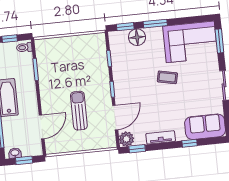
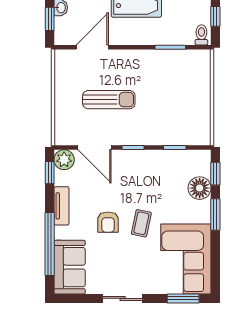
armchair: (169, 102) -> (108, 222), added
door: (42, 127) -> (92, 47), swing flipped
window: (190, 143) -> (50, 244), width x3.17

